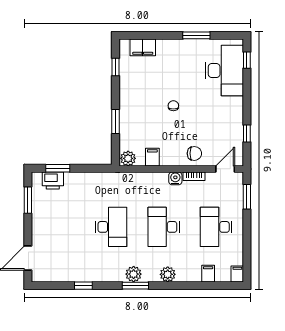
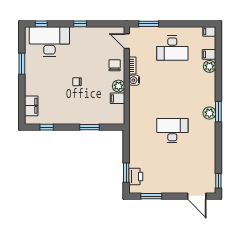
window: (247, 134) -> (80, 24), moved
plant: (128, 158) -> (119, 86), moved
desk: (164, 227) -> (172, 89), removed
plant: (168, 274) -> (210, 66), moved
window: (83, 286) -> (218, 181), moved

